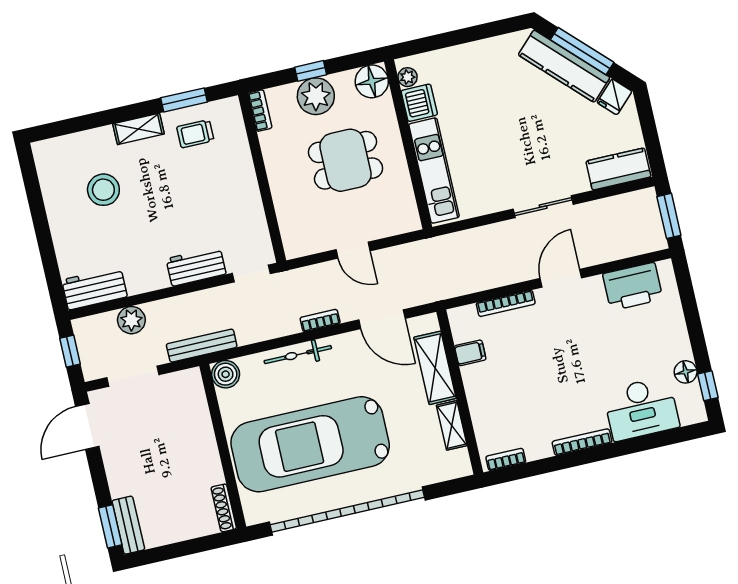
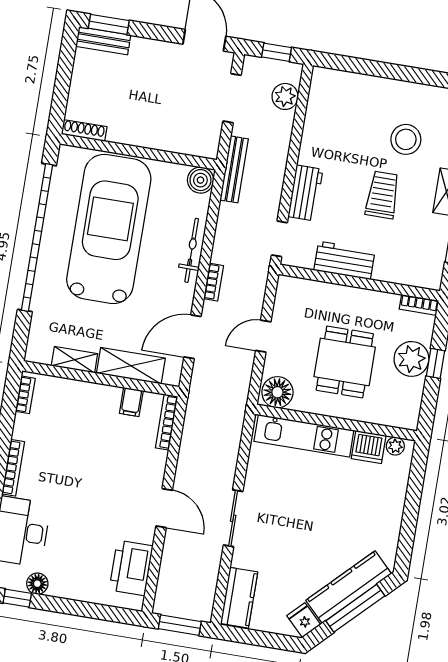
floor lamp: (372, 81) -> (277, 392), moved
trolley: (195, 134) -> (382, 195), moved, width x1.36, depth x1.39
workbench: (94, 288) -> (344, 260), moved, turned -90
bookcase: (506, 303) -> (167, 422), moved
plant: (131, 320) -> (285, 96), moved

